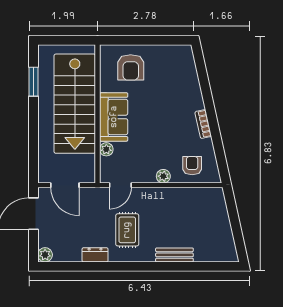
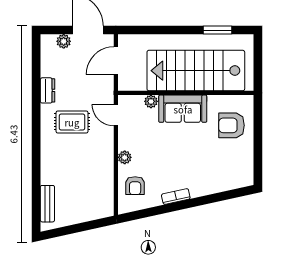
armchair: (192, 166) -> (135, 186), turned 90
plant: (45, 255) -> (64, 41), moved
bench: (174, 255) -> (47, 204), moved

